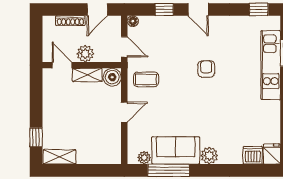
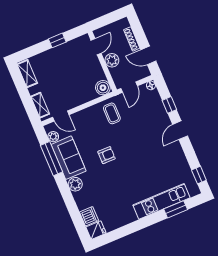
armchair: (206, 69) -> (107, 155), moved
shelving: (87, 75) -> (40, 105), moved
door: (124, 112) -> (61, 116), moved
window: (36, 137) -> (57, 40), moved

